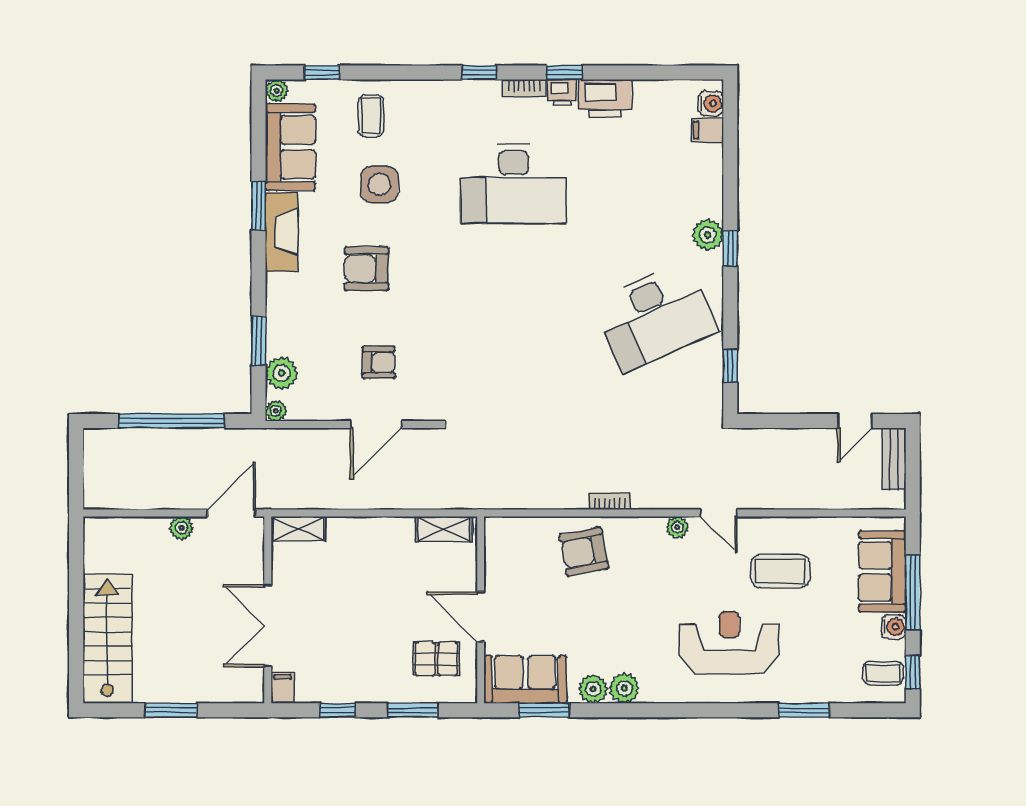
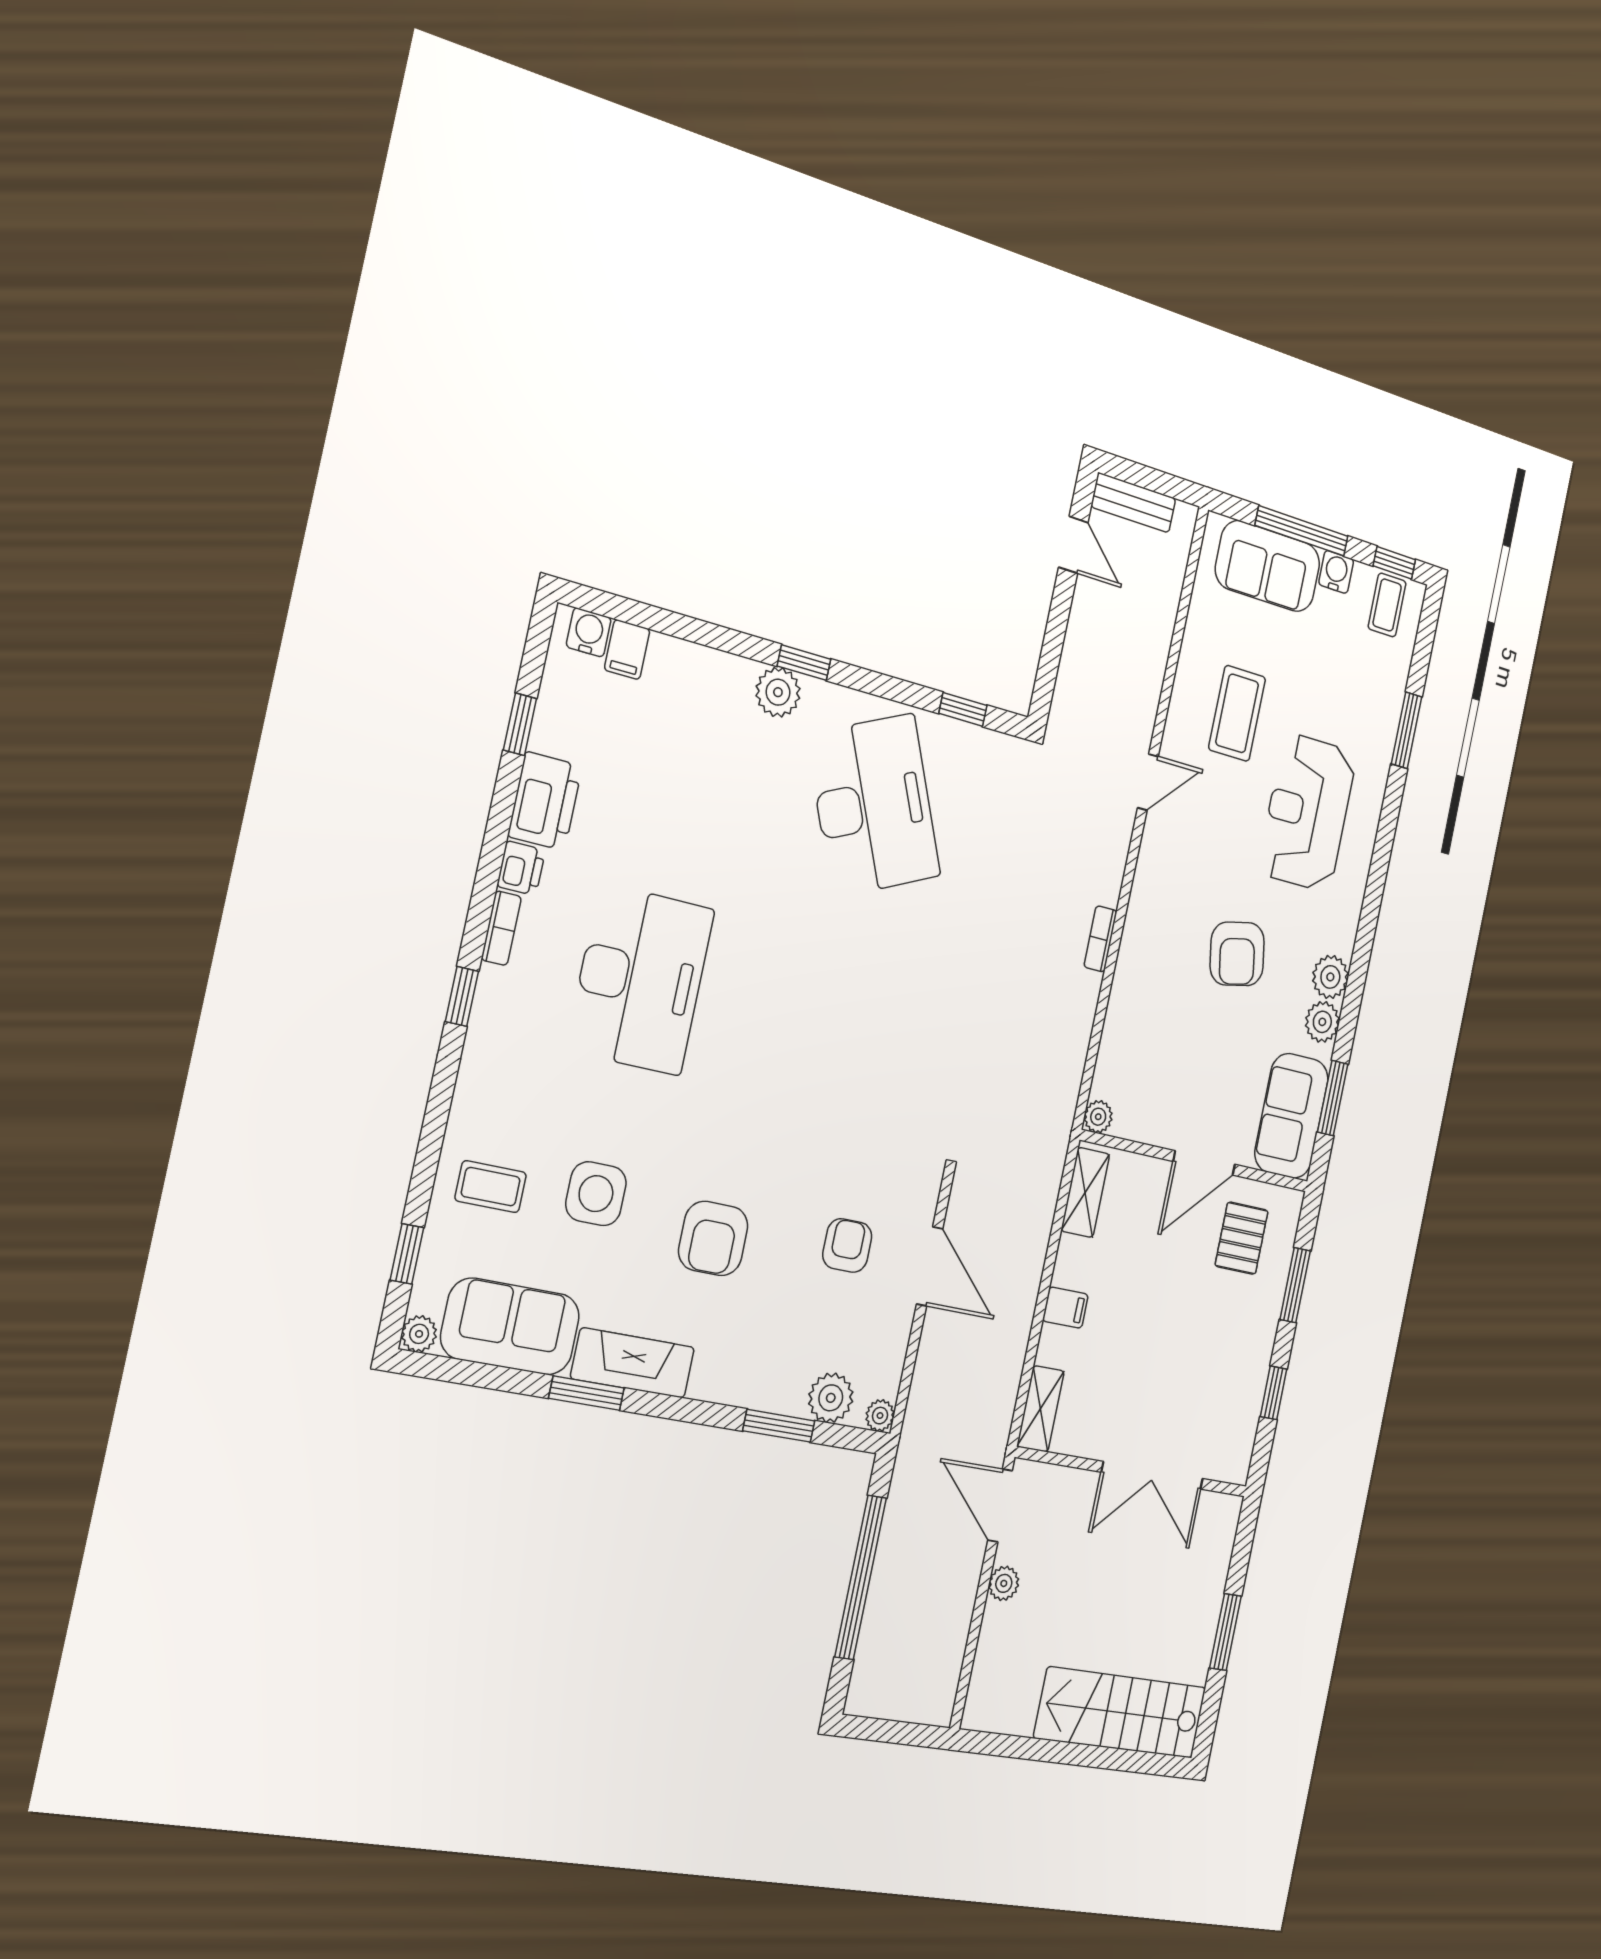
window: (564, 73) -> (520, 724), moved
plant: (677, 527) -> (1098, 1117), moved
armchair: (584, 552) -> (1237, 954), moved
filing cabinet: (283, 688) -> (1065, 1308), moved, turned 180

